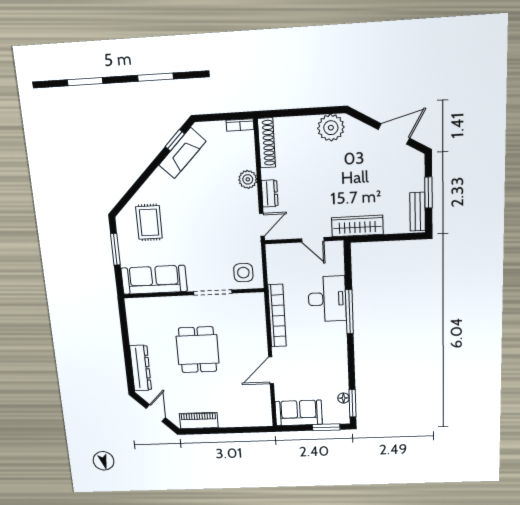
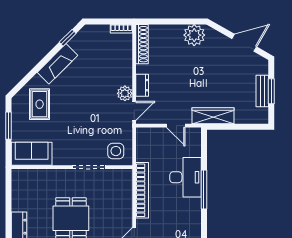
fireplace: (182, 153) -> (57, 64), moved
plant: (248, 179) -> (125, 93), moved
bench: (418, 212) -> (262, 91), moved
sofa: (154, 280) -> (32, 154), width x0.73

